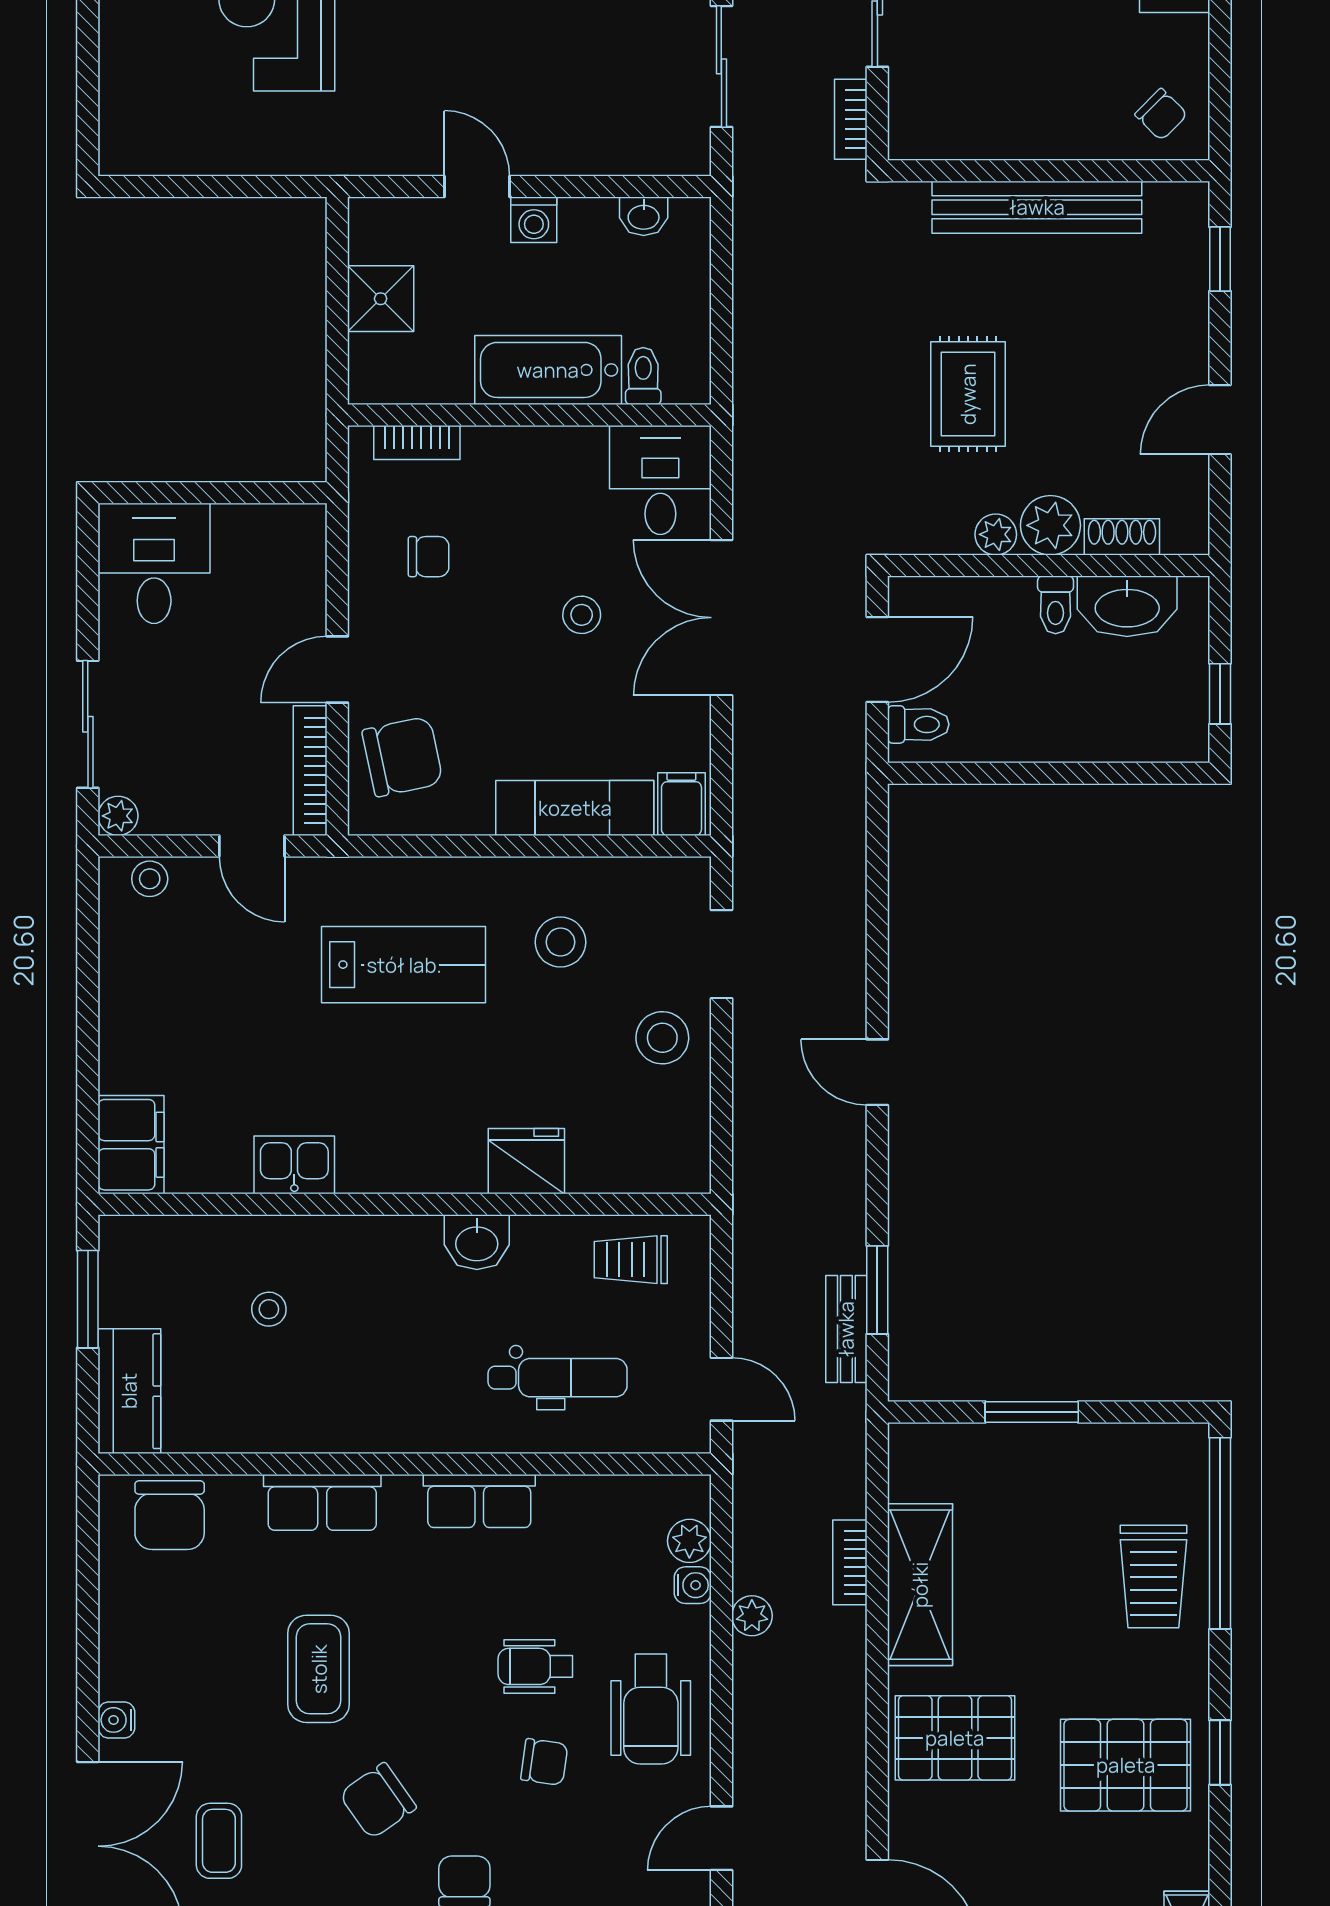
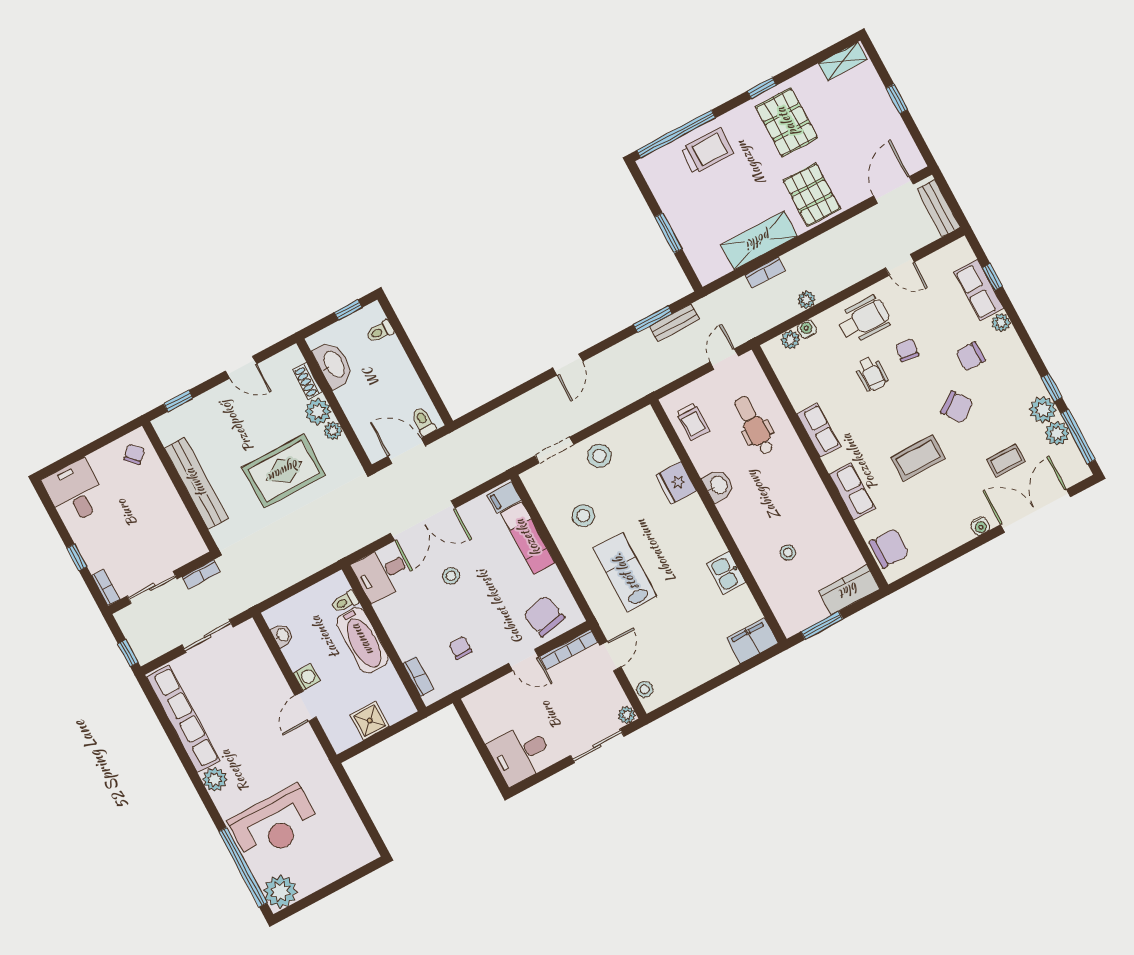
rug: (968, 394) -> (284, 471), width x1.36, depth x1.43
toilet: (1056, 605) -> (380, 331), moved, turned 180

